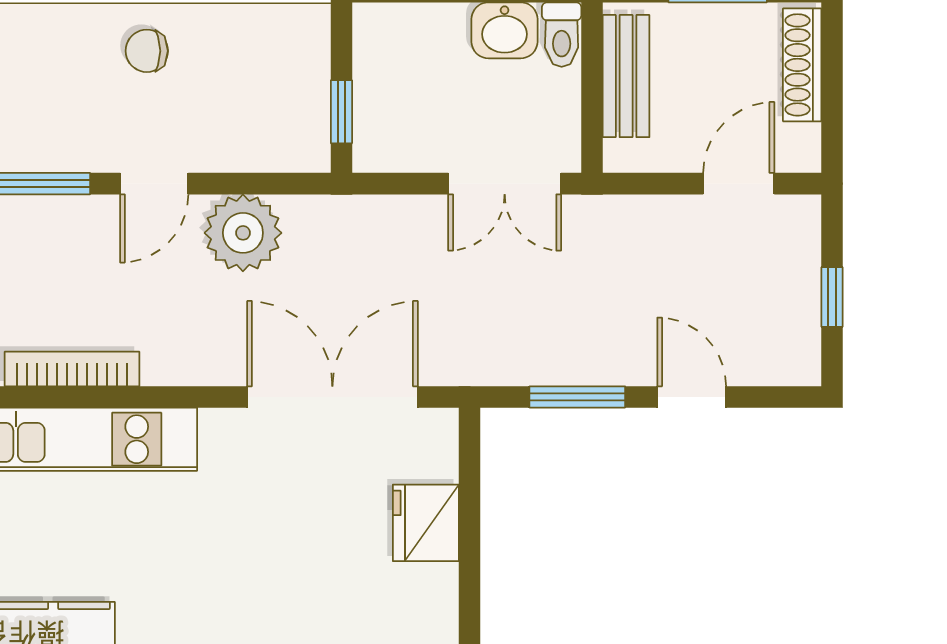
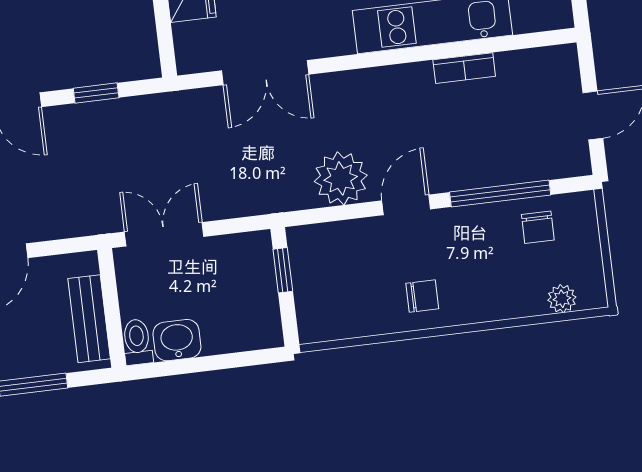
bookcase: (72, 369) -> (464, 68), width x0.64
double door: (332, 397) -> (265, 73), width x0.73
window: (577, 397) -> (96, 93), width x0.67

